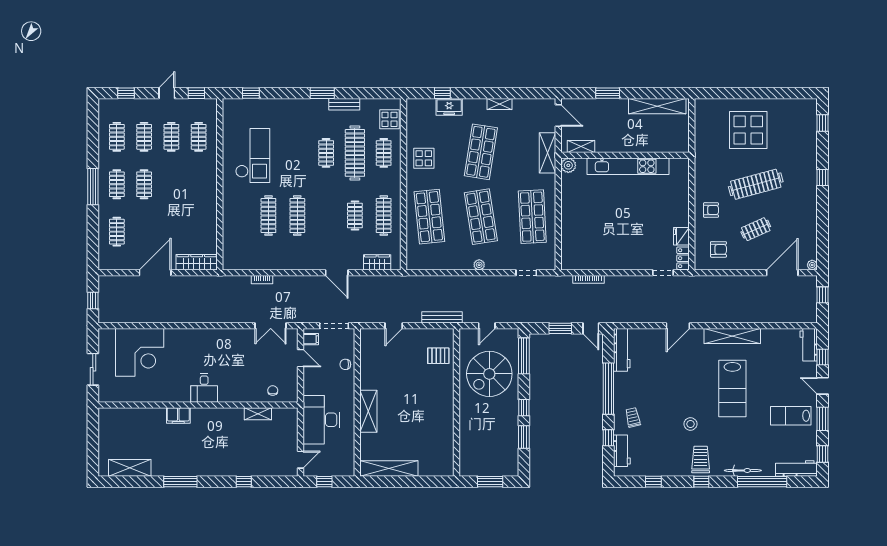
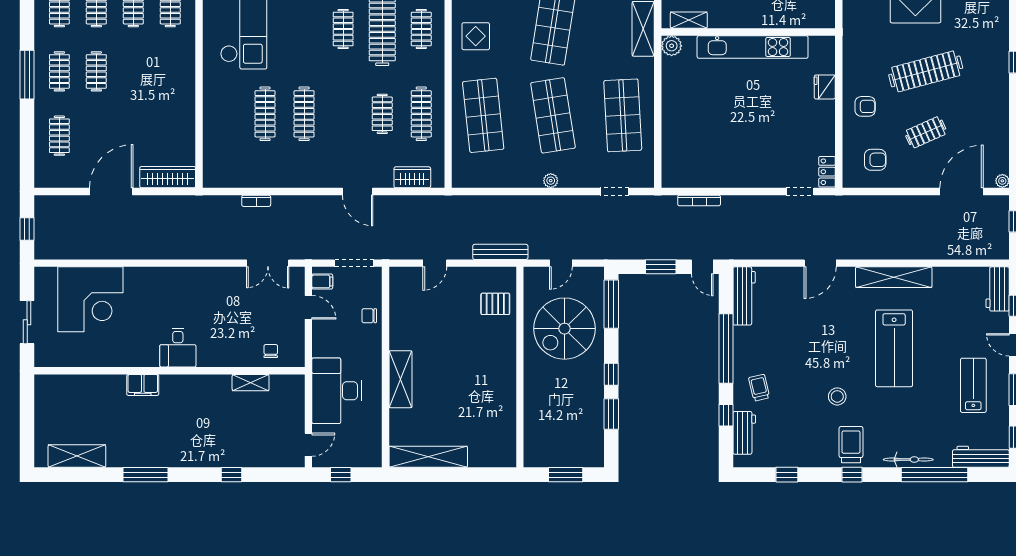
fridge: (681, 236) -> (825, 87), moved
lab bench: (791, 416) -> (973, 385), turned 90

